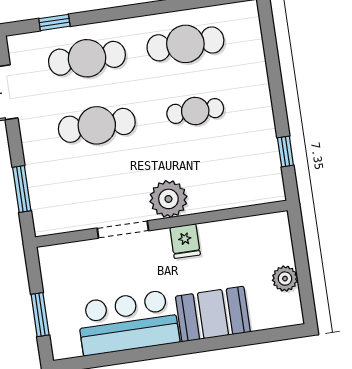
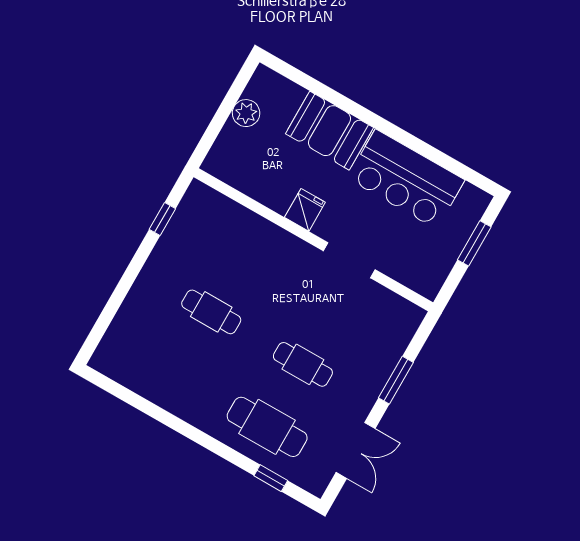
cafe table: (185, 44) -> (175, 374), removed
cafe table: (97, 125) -> (303, 364), width x0.73, depth x0.74
window: (22, 189) -> (396, 380), moved
plant: (168, 199) -> (291, 256), removed

